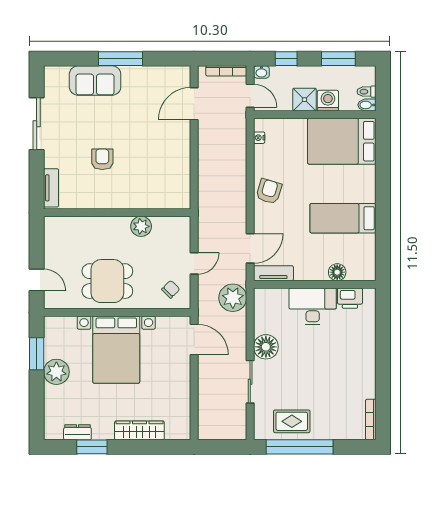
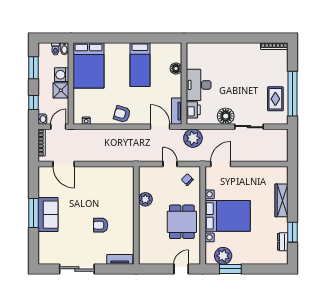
sofa: (95, 81) -> (48, 215), moved
printer: (350, 298) -> (193, 110), moved
plant: (56, 372) -> (223, 256), moved

